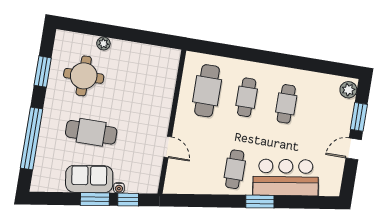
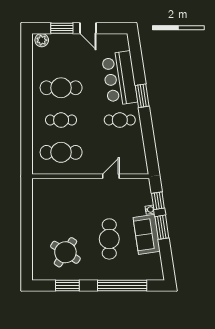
plant: (103, 43) -> (37, 241), removed
round table: (84, 76) -> (65, 252), turned 33
cafe table: (286, 104) -> (61, 88), width x1.37, depth x1.35

